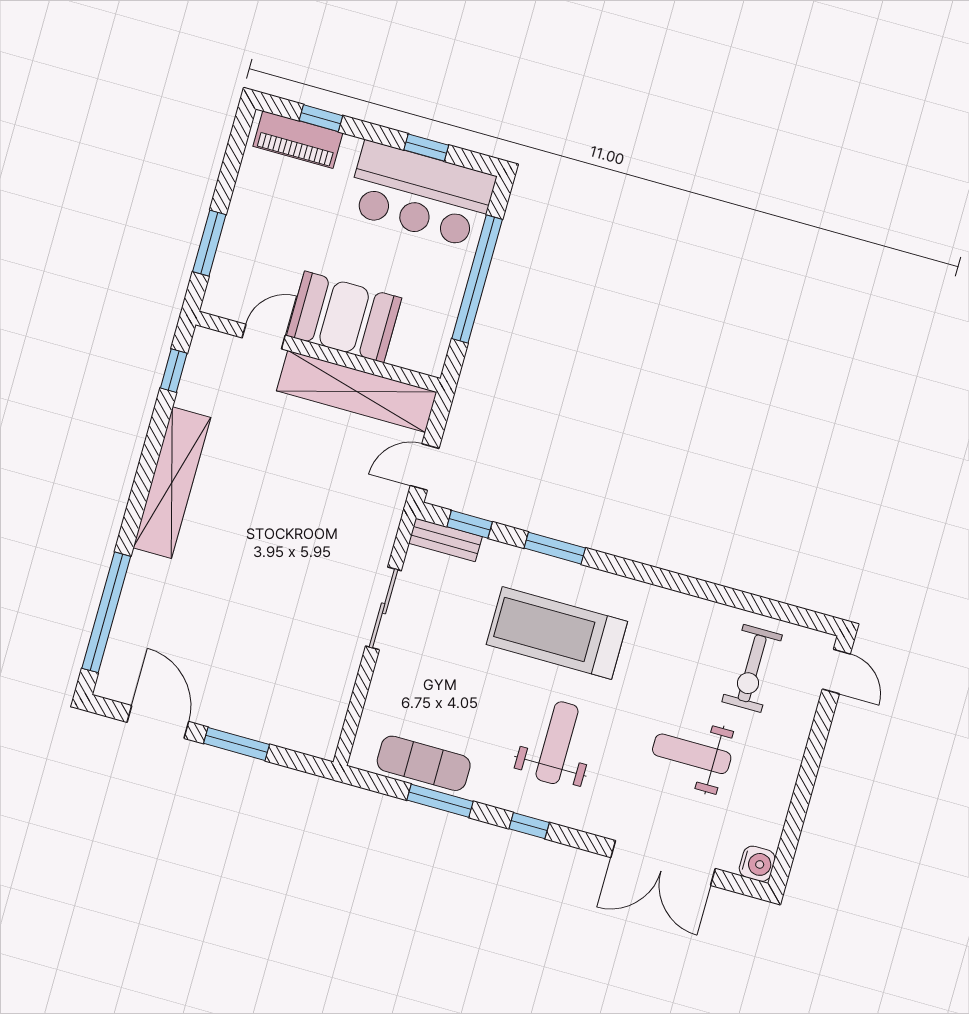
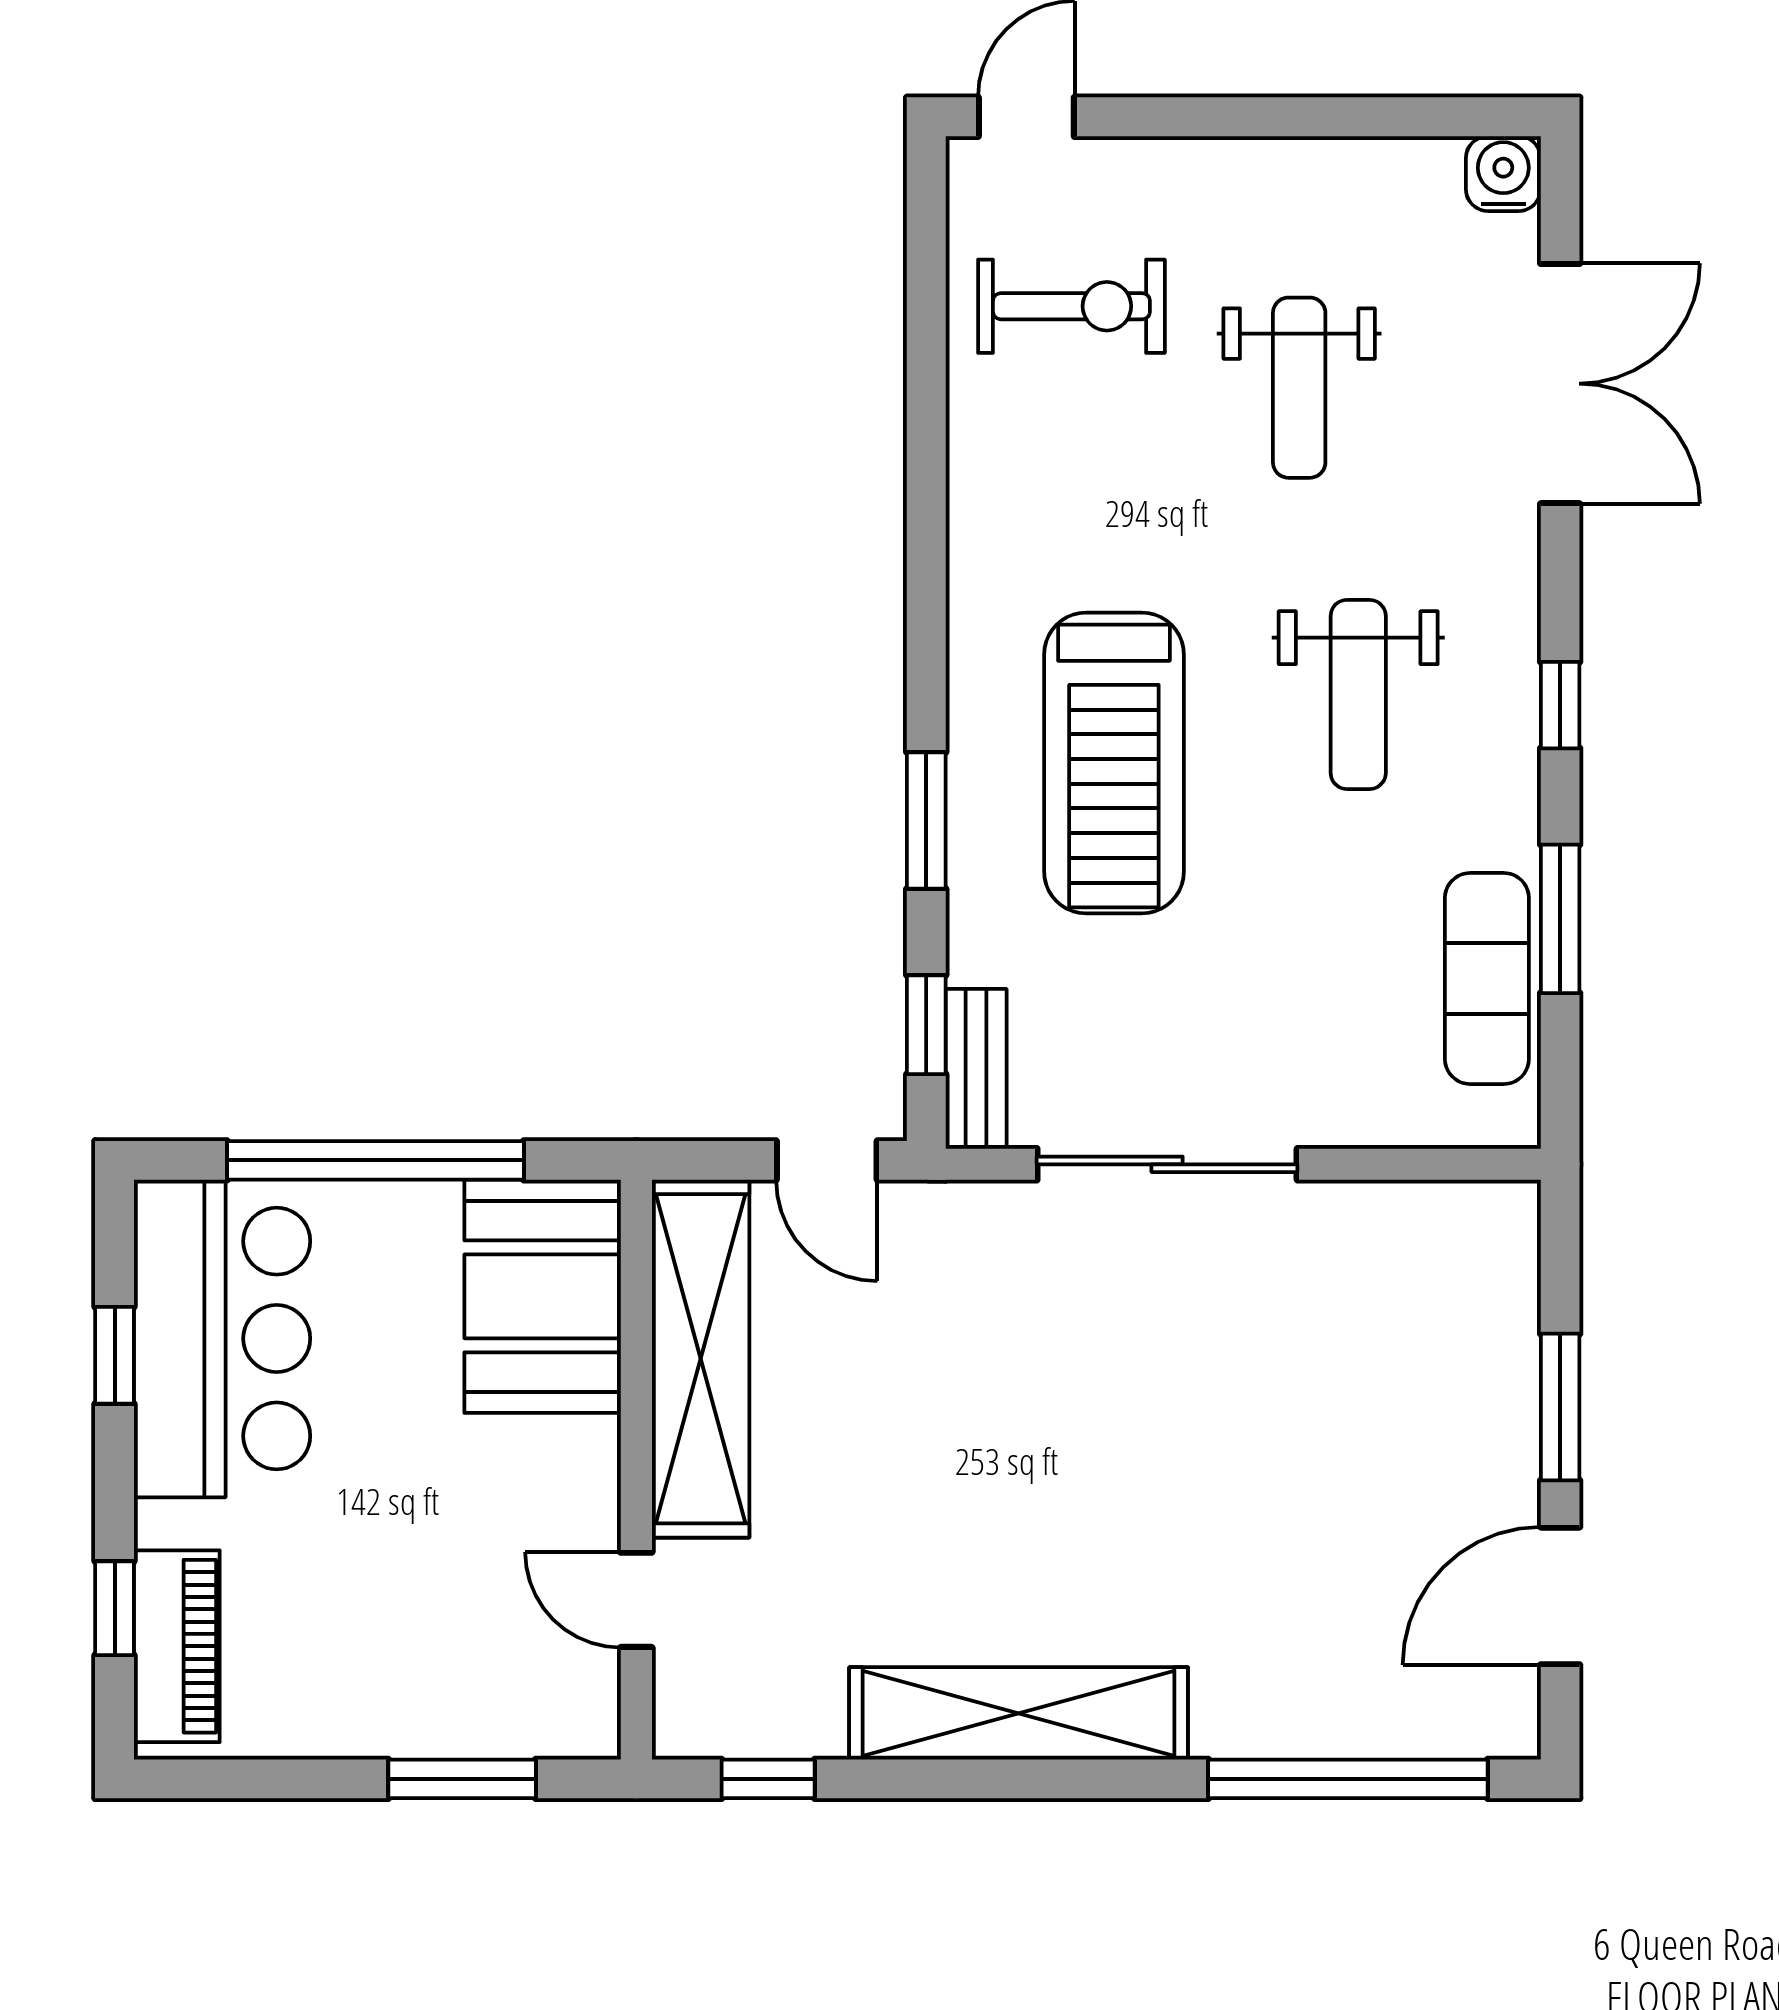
booth: (344, 317) -> (543, 1296), moved
sliding door: (383, 608) -> (1167, 1164), width x1.37
weight bench: (557, 743) -> (1358, 694), turned -90

